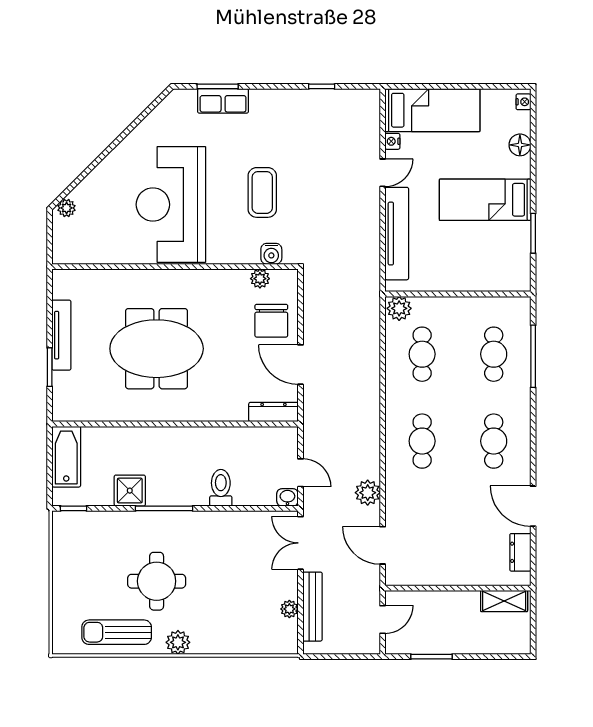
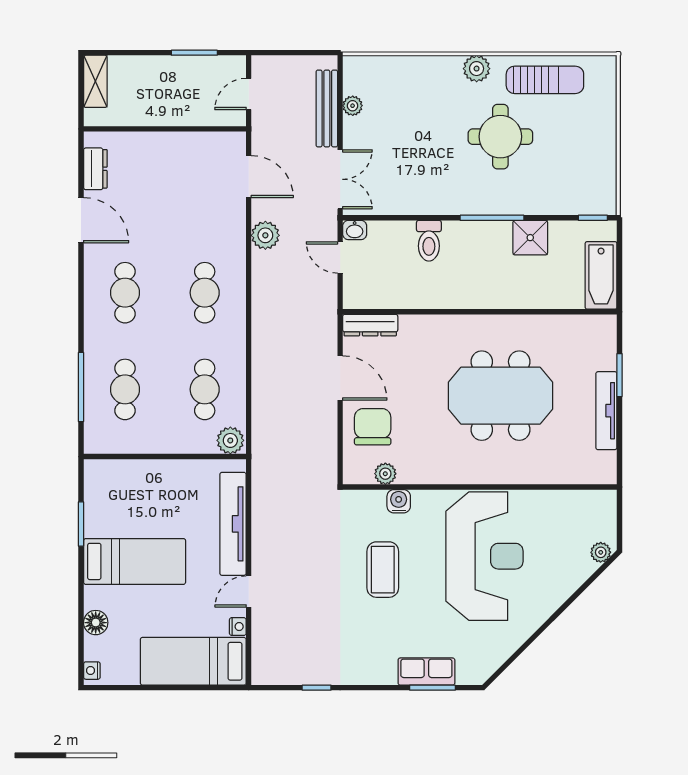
water cooler: (271, 254) -> (399, 501), moved
shelving: (504, 601) -> (95, 81), moved, turned 90

